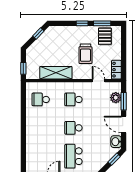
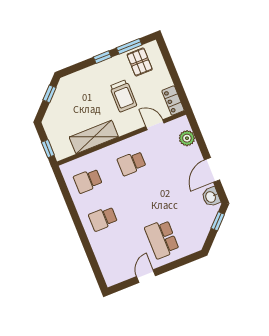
window: (124, 101) -> (200, 139), removed
door: (124, 125) -> (212, 170), hinge flipped
school desk: (73, 128) -> (103, 219), moved

